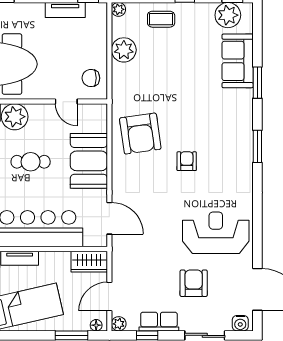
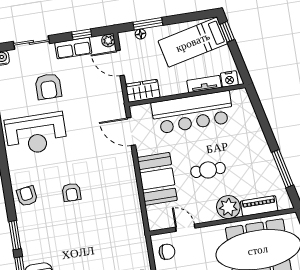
armchair: (140, 134) -> (27, 196), moved, width x0.53, depth x0.53
window: (257, 146) -> (15, 235), moved
door: (109, 297) -> (120, 63), swing flipped
floor lamp: (96, 325) -> (141, 34), moved

